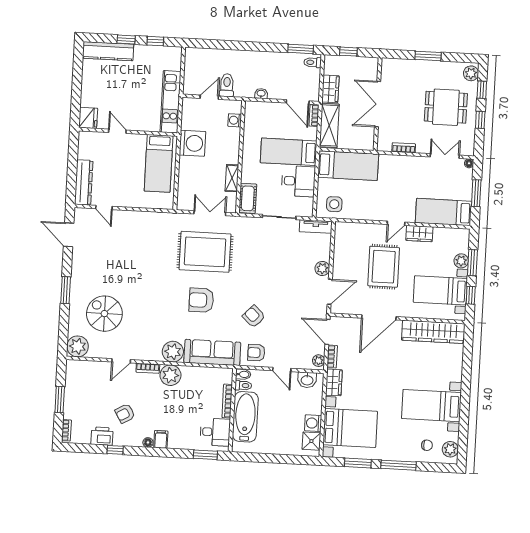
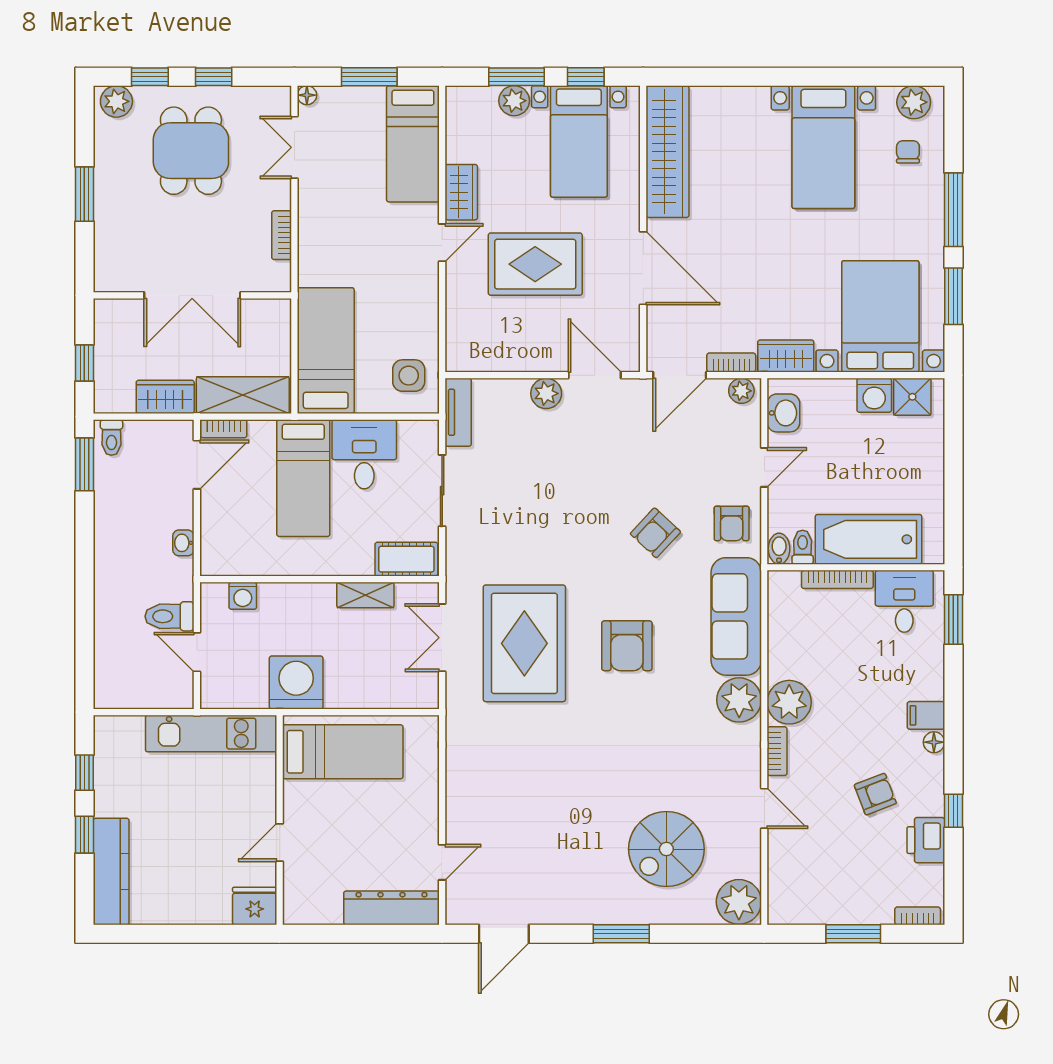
door: (396, 223) -> (442, 243), hinge flipped
armchair: (125, 413) -> (875, 794), turned -81

